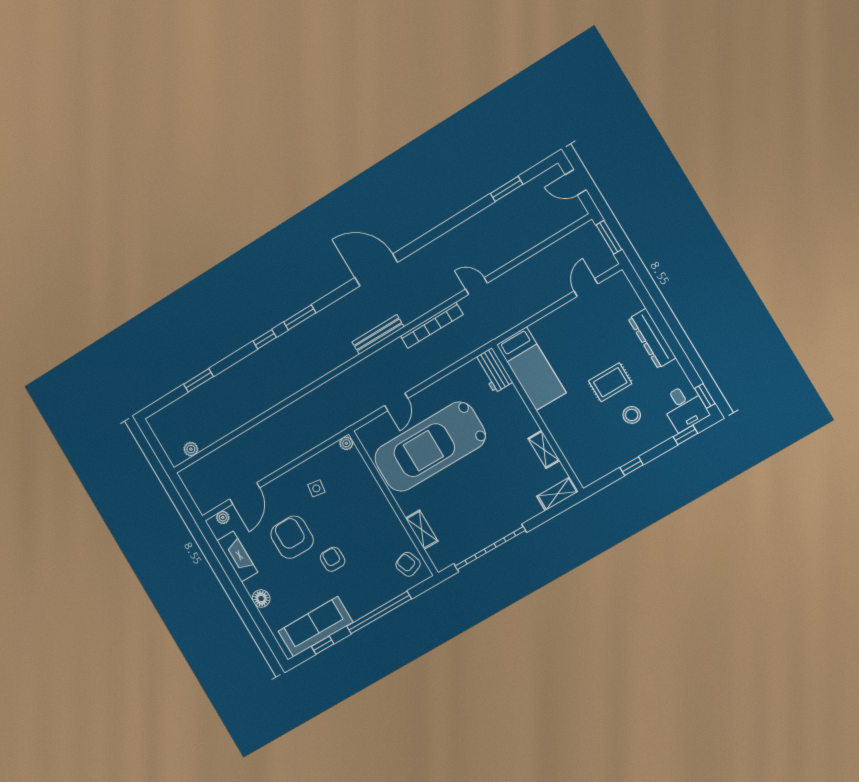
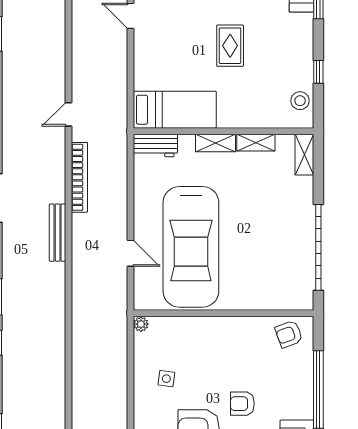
stool: (632, 415) -> (300, 101), moved
shelving: (422, 530) -> (215, 143), moved

